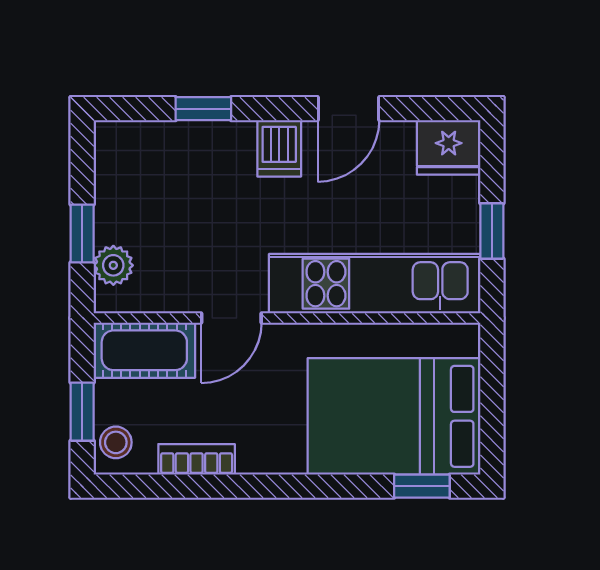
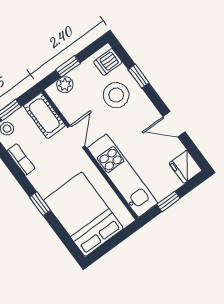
dishwasher: (279, 148) -> (108, 62), moved
stool: (208, 180) -> (116, 95), added
door: (231, 318) -> (76, 137), swing flipped
window: (422, 486) -> (40, 204), moved

